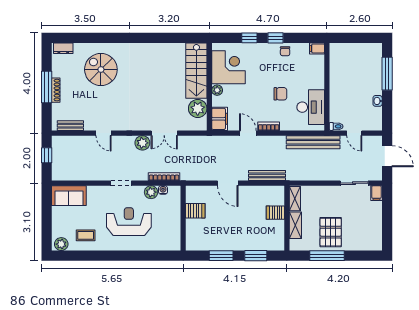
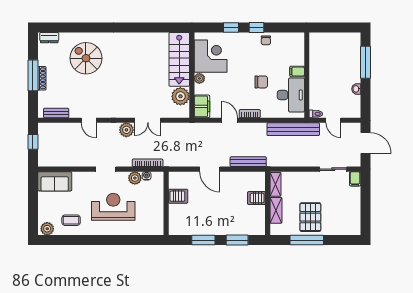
filing cabinet: (317, 48) -> (297, 71), moved

